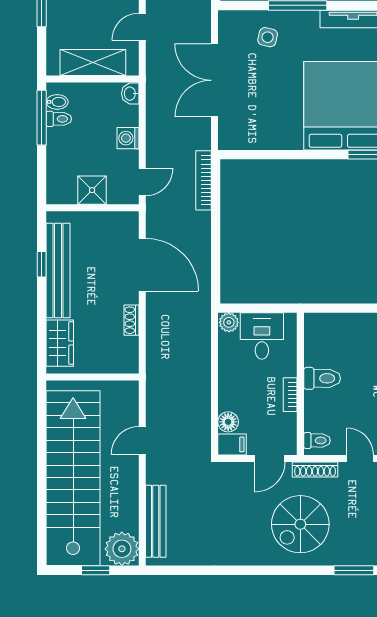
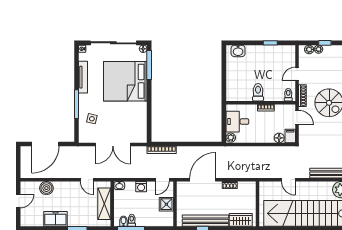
door: (142, 182) -> (162, 180), swing flipped

